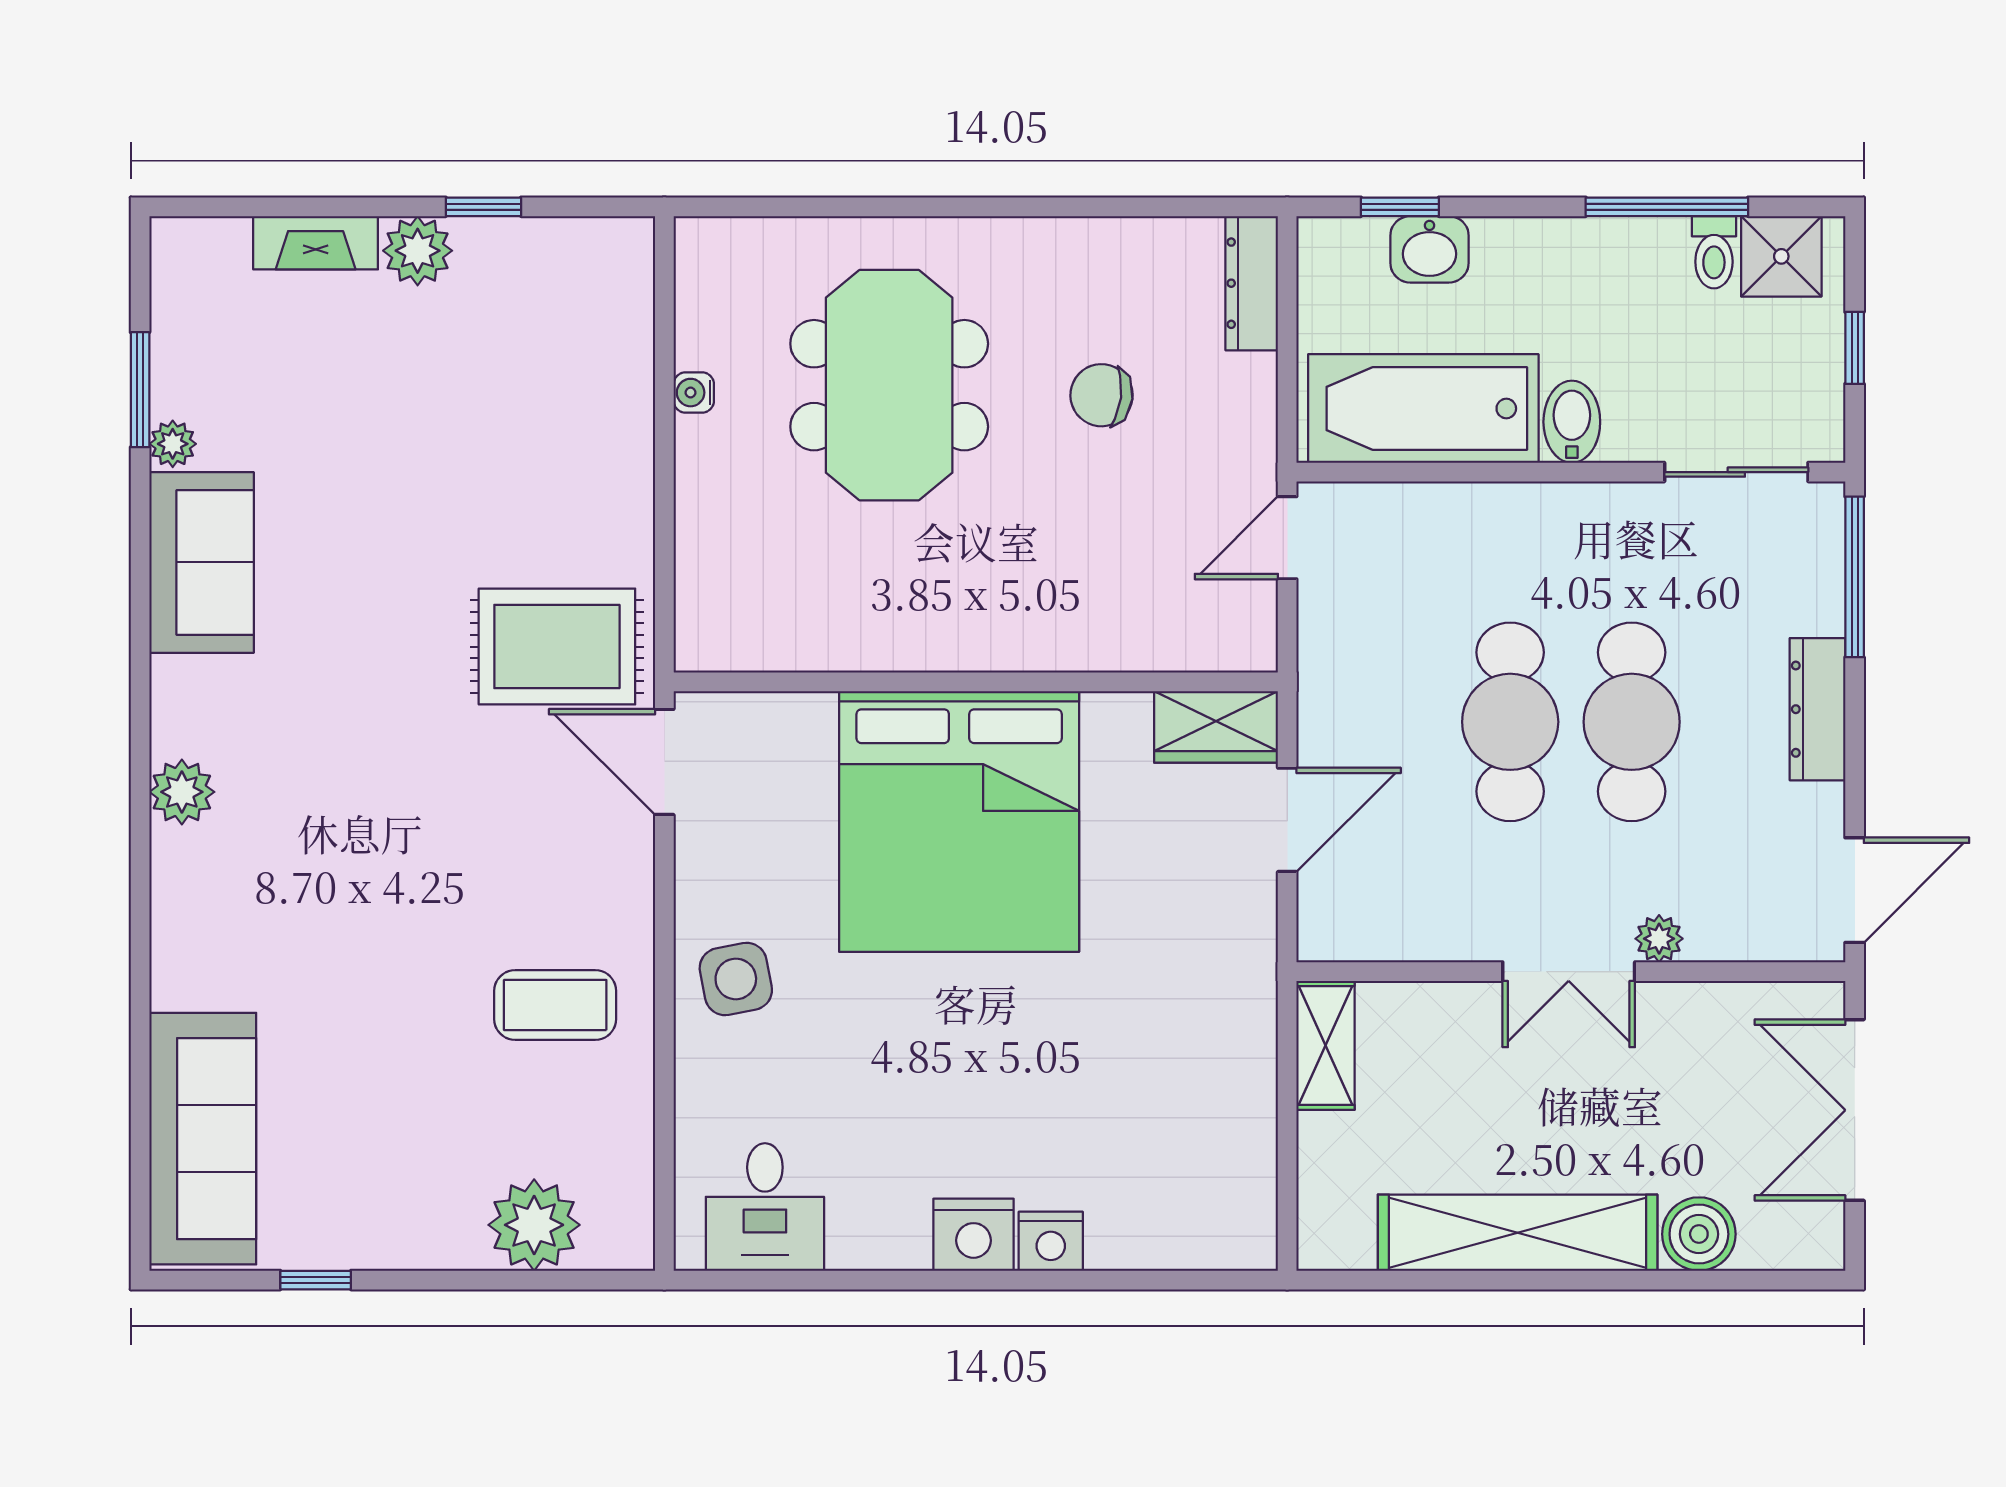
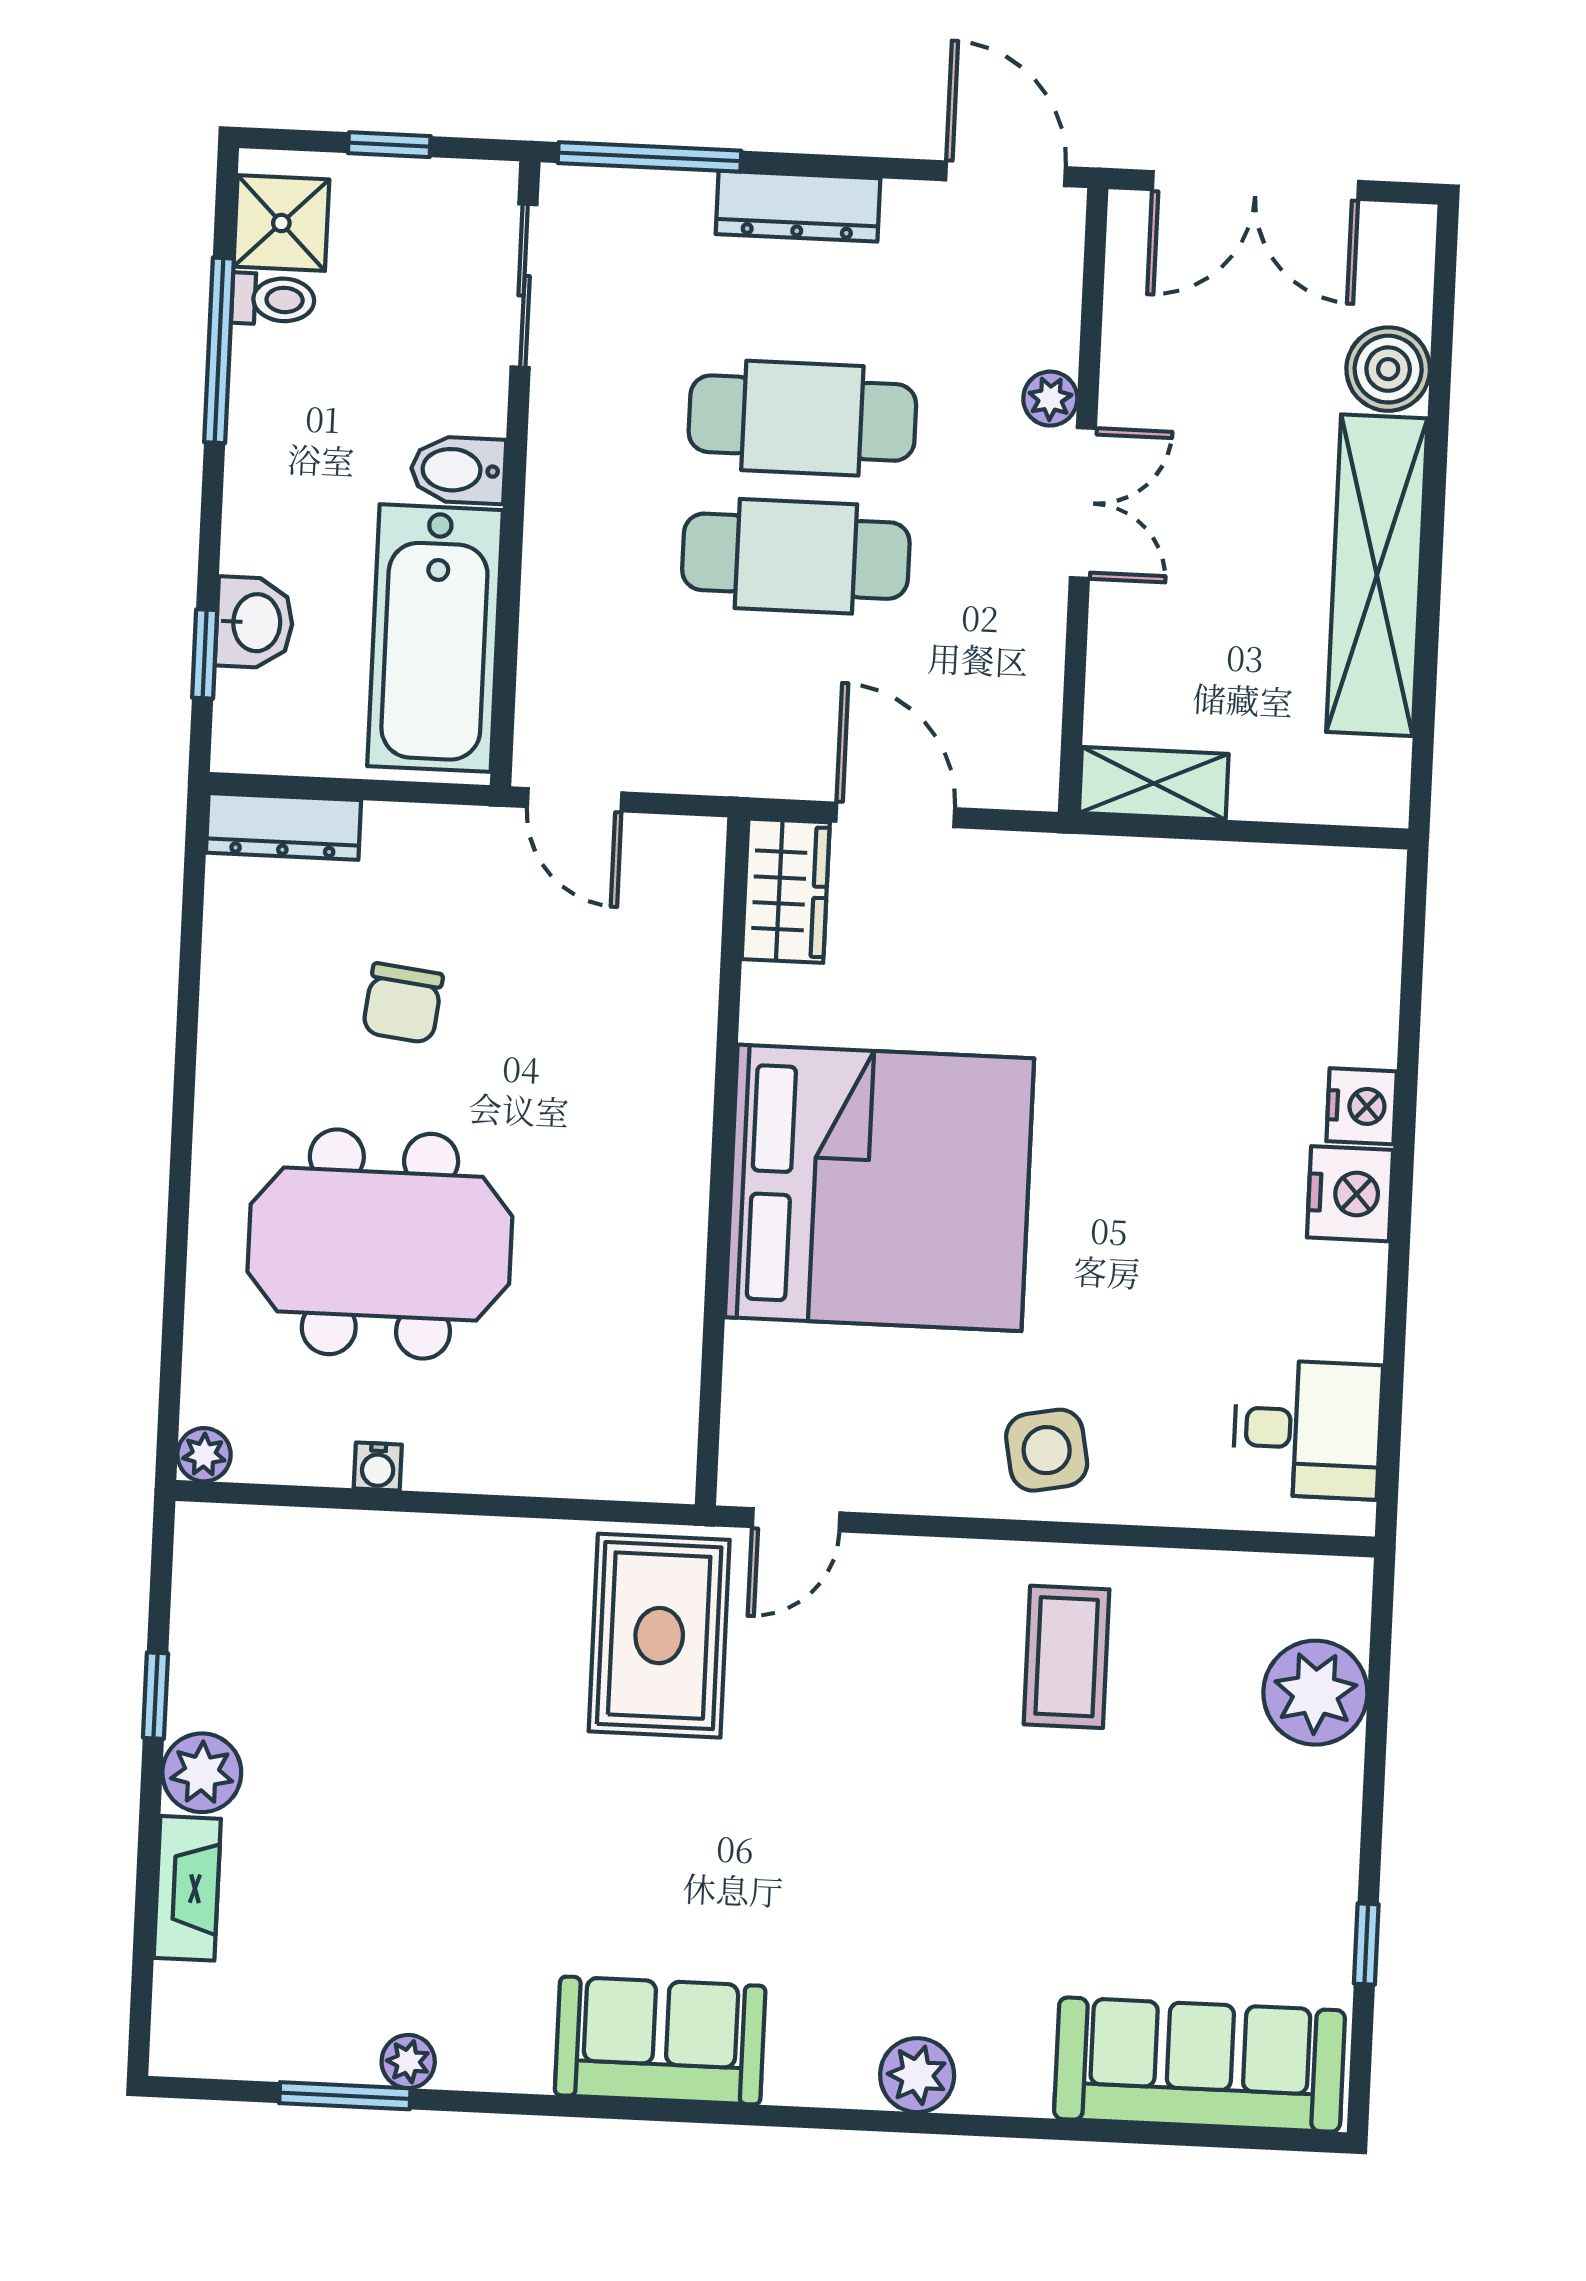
plant: (697, 240) -> (204, 1455), added
sofa: (202, 562) -> (660, 2041), moved
door: (664, 762) -> (796, 1520), width x0.73
plant: (182, 792) -> (917, 2075), moved

